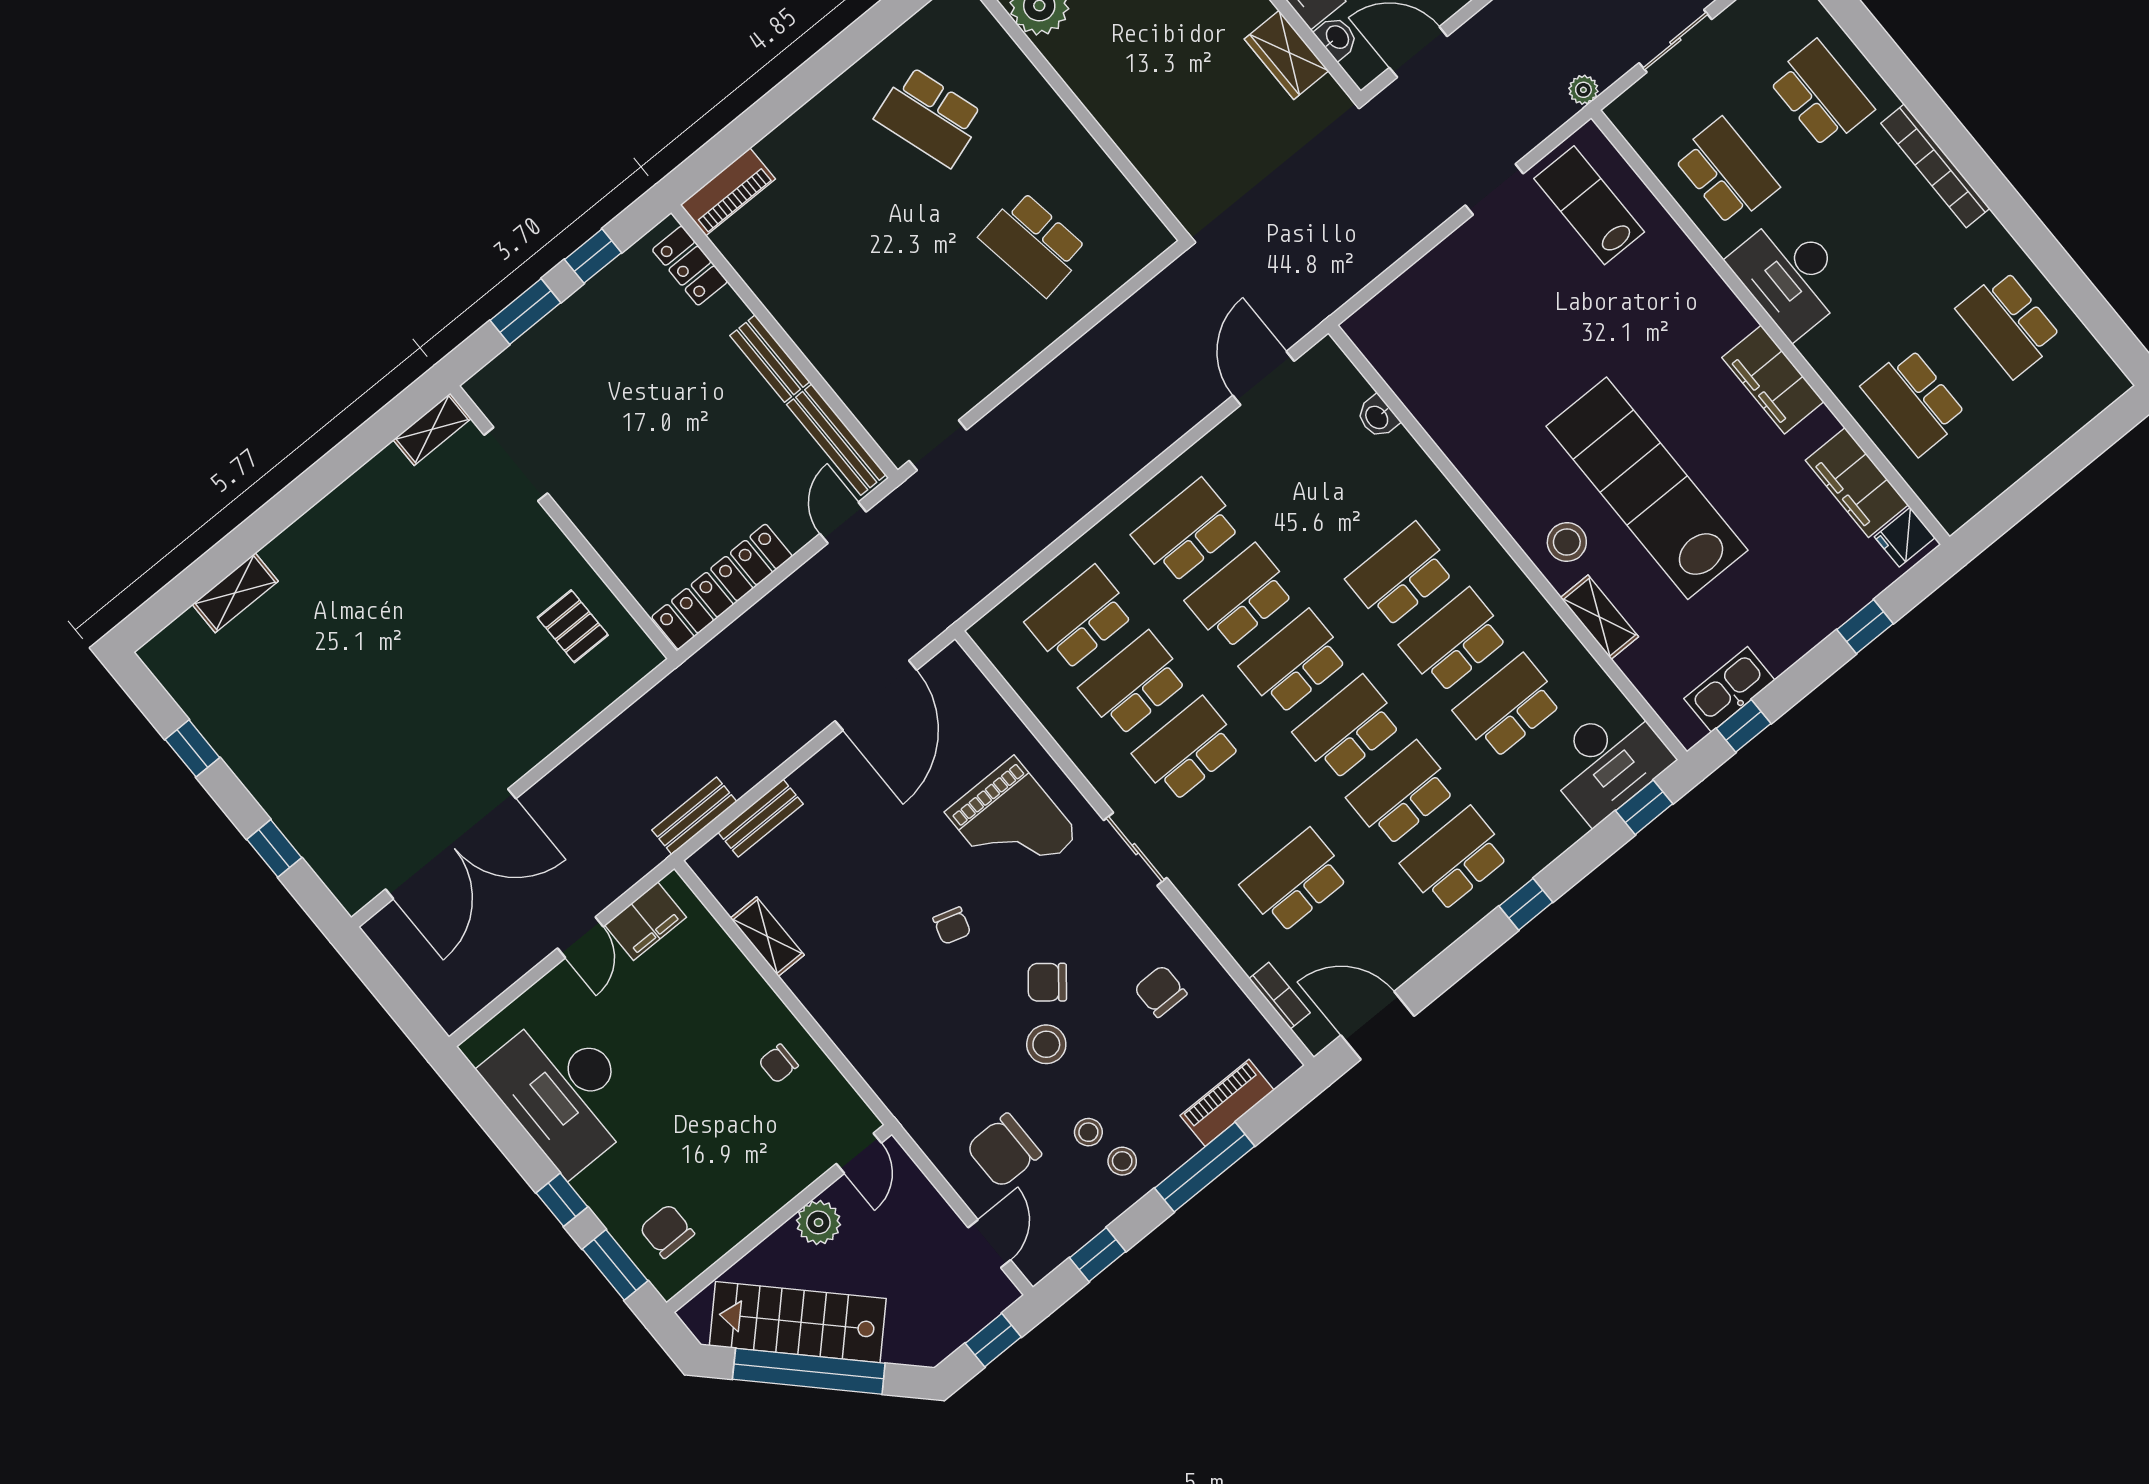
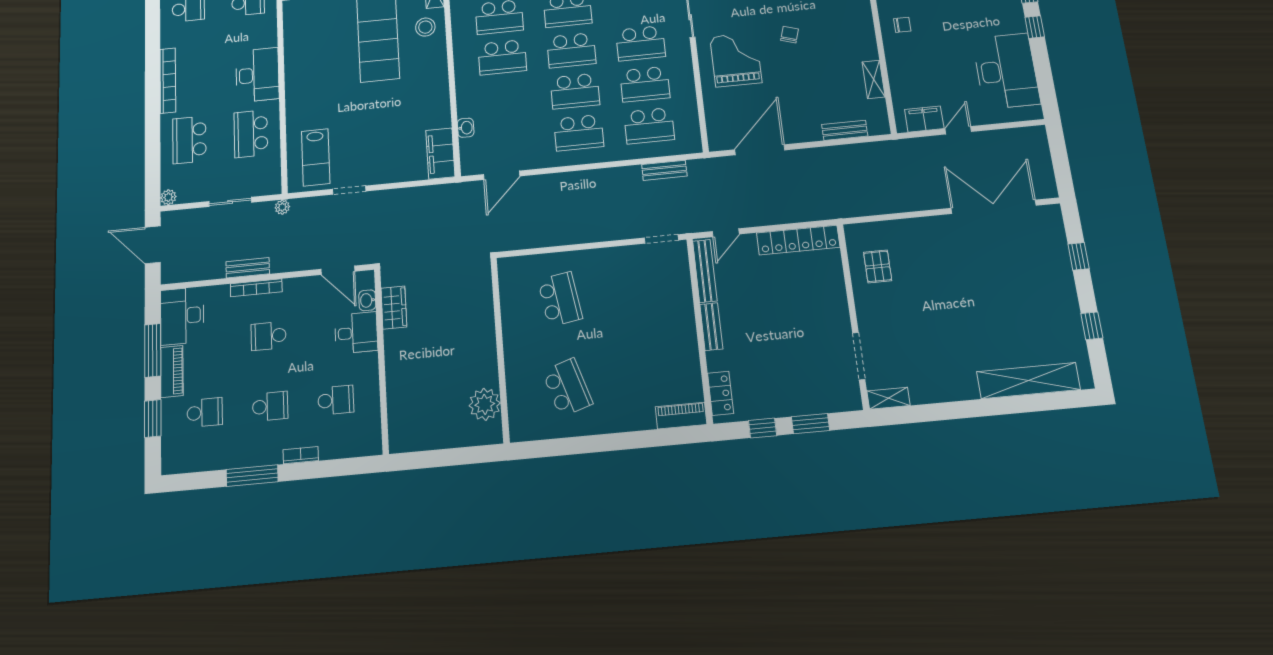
filing cabinet: (1773, 380) -> (440, 154), moved, turned 180
shelving: (235, 593) -> (1028, 381), width x2.20, depth x1.33
bench: (694, 816) -> (664, 170), moved

